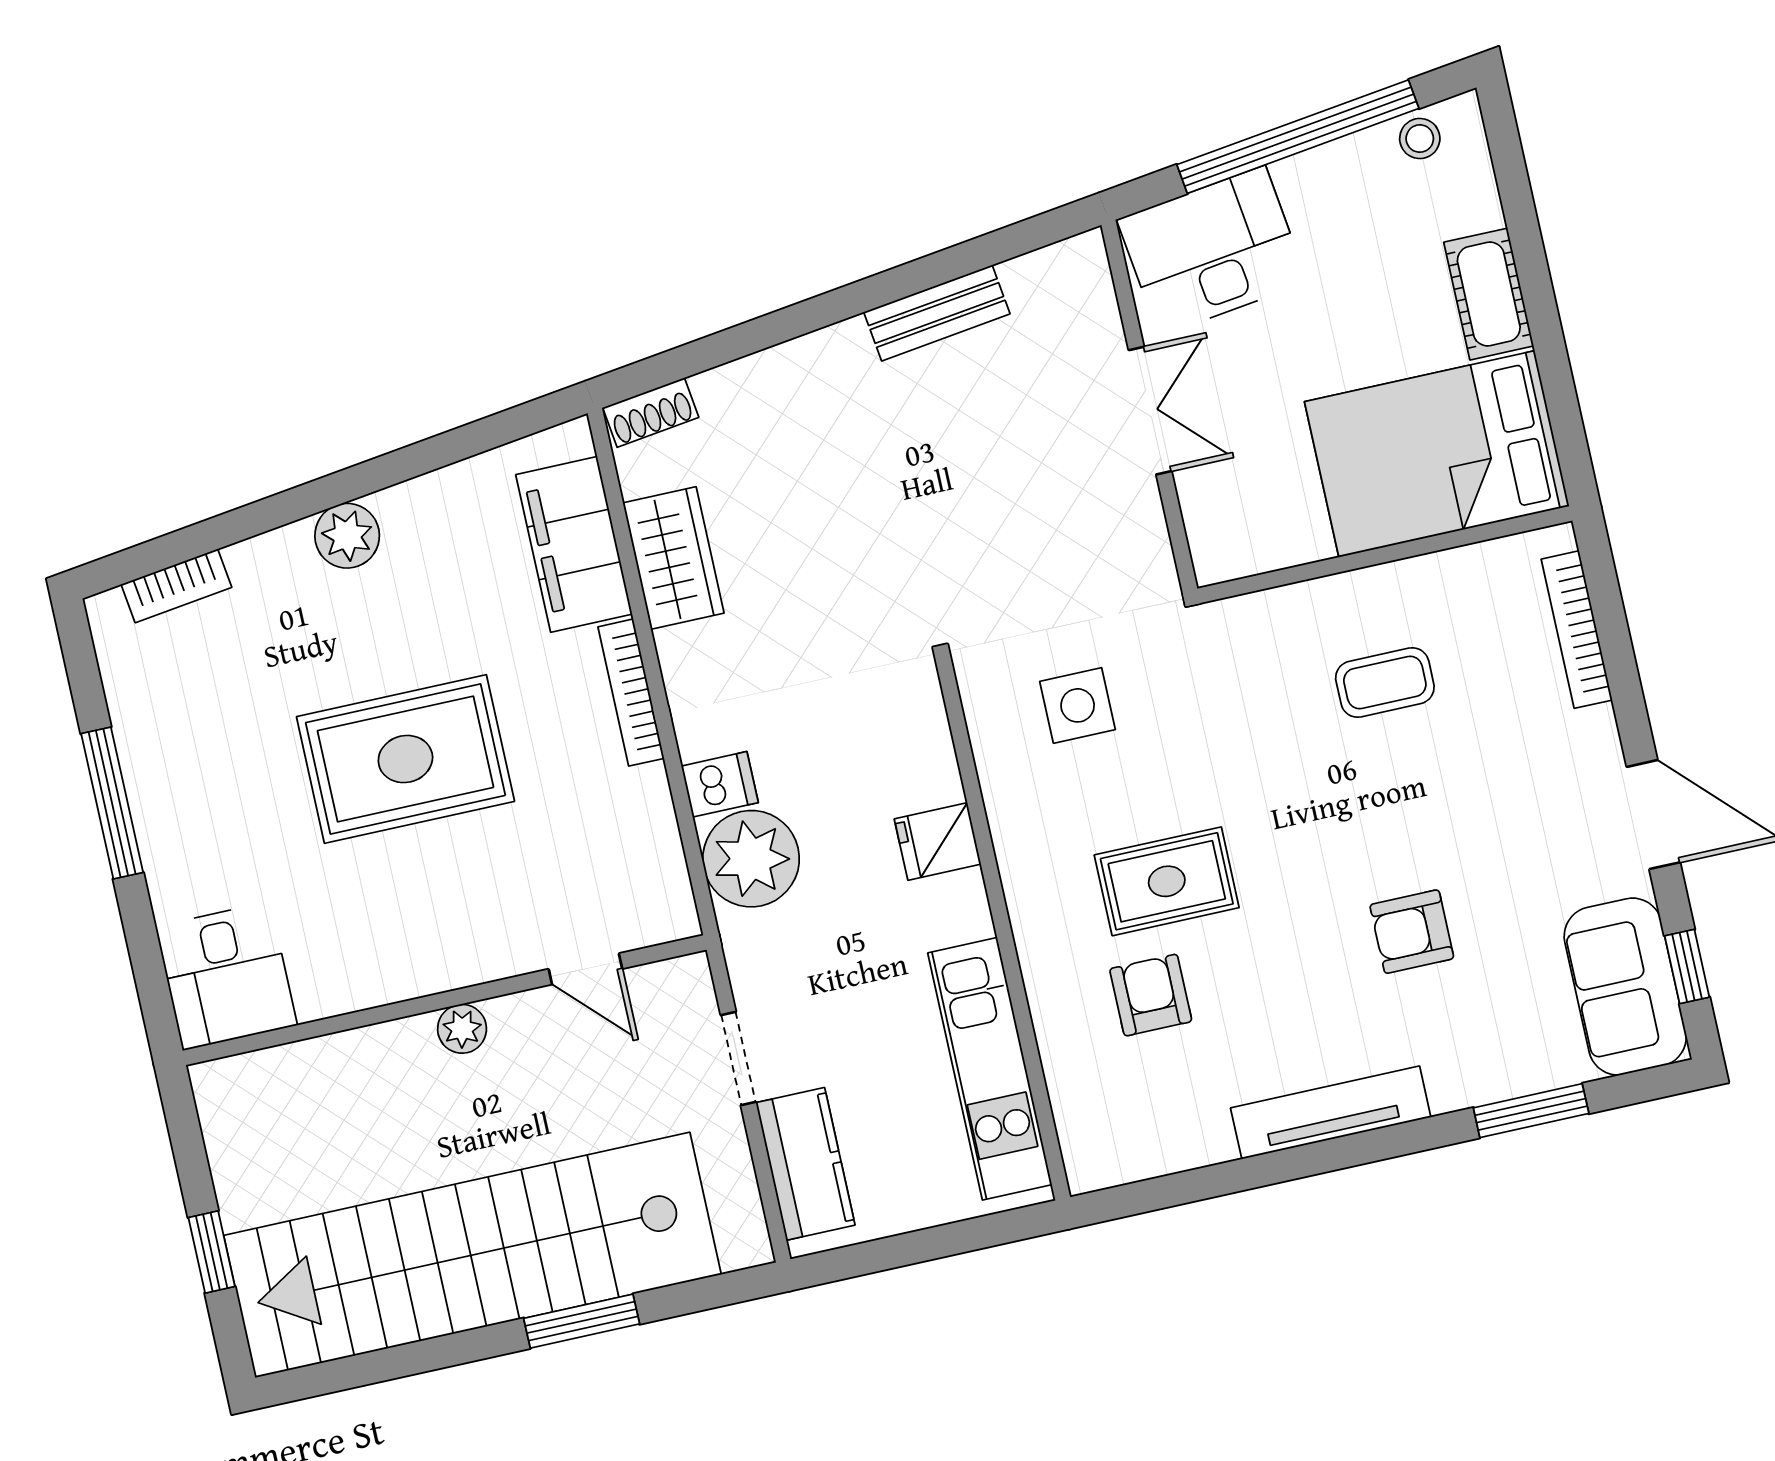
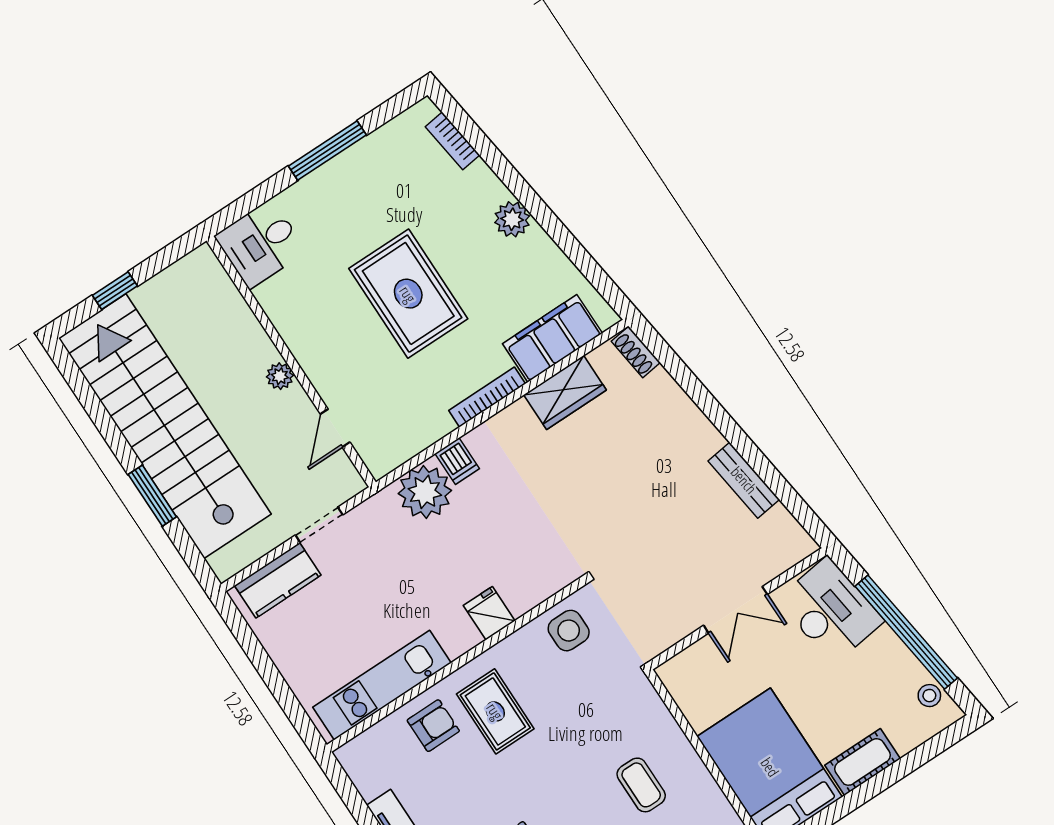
fridge: (938, 841) -> (489, 613), moved
wall: (1003, 929) -> (457, 664), moved
kitchen unit: (990, 1069) -> (382, 685), moved

